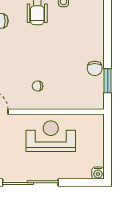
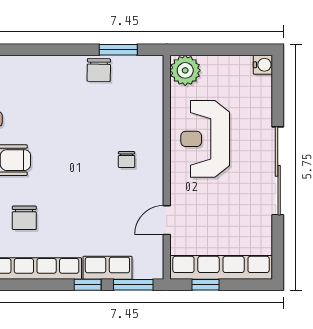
chair: (95, 68) -> (99, 70), turned 91
plant: (94, 123) -> (185, 70), added

